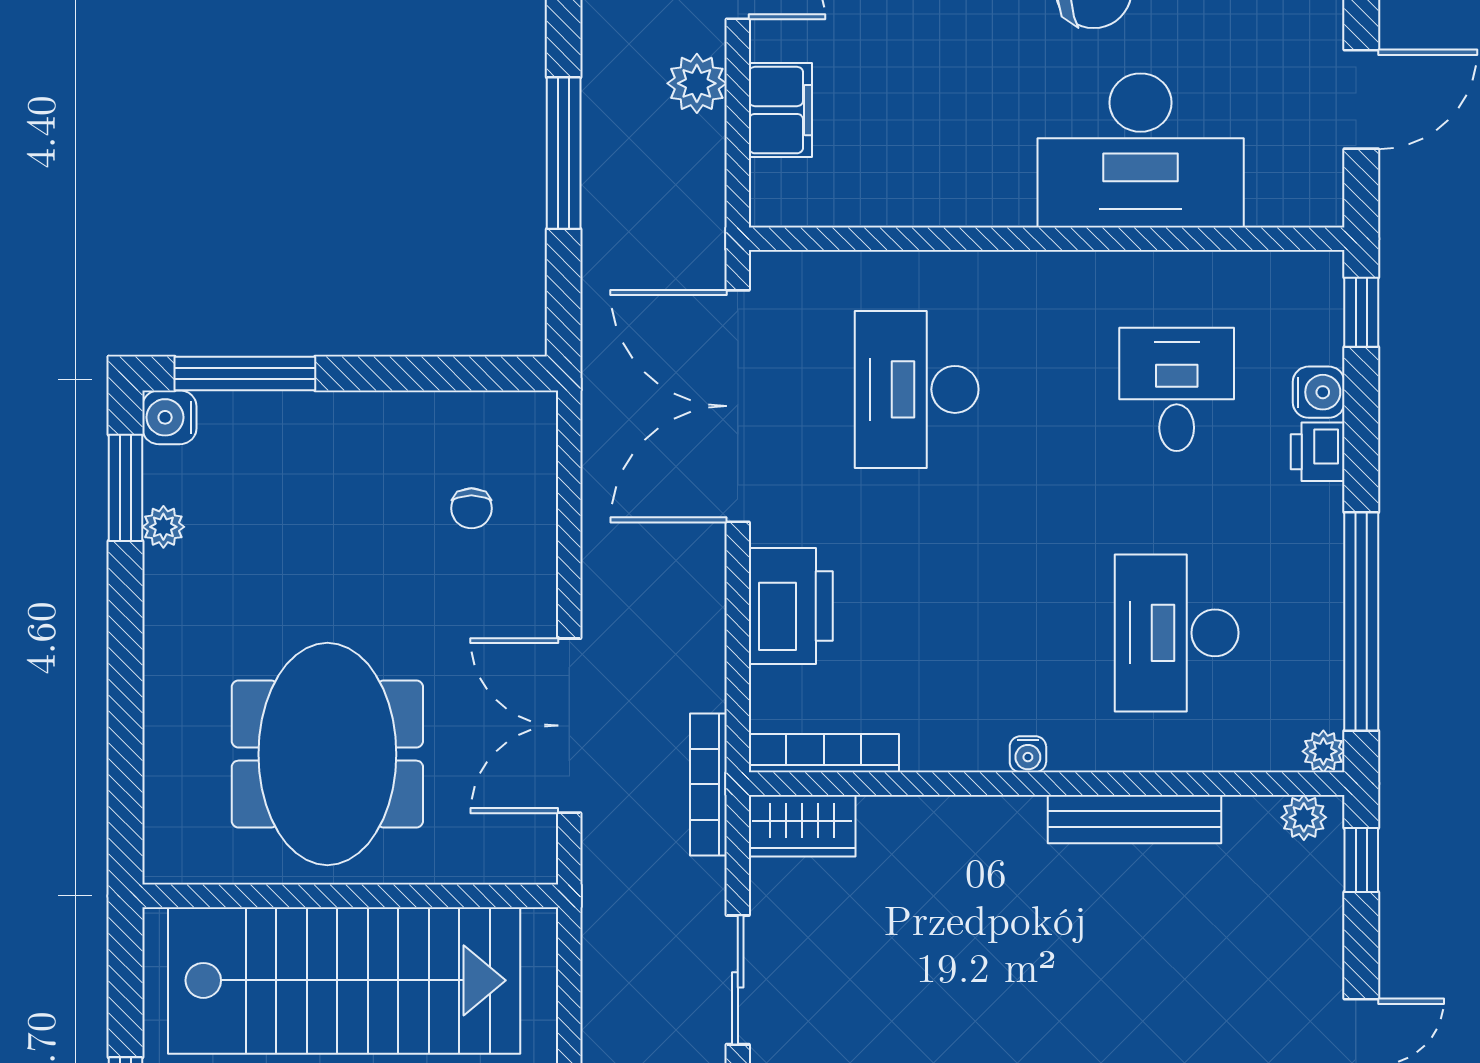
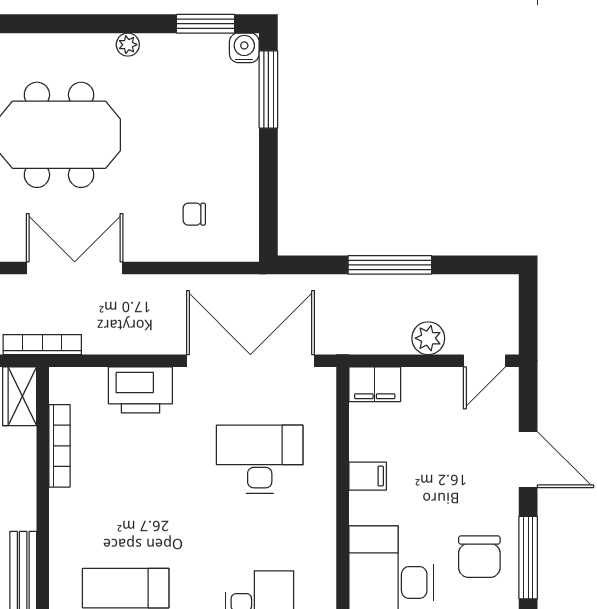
filing cabinet: (780, 110) -> (375, 384), moved
filing cabinet: (947, 193) -> (368, 476), added
plant: (163, 527) -> (128, 45), moved
bookcase: (824, 753) -> (59, 446), moved
water cooler: (1028, 754) -> (59, 520), removed

